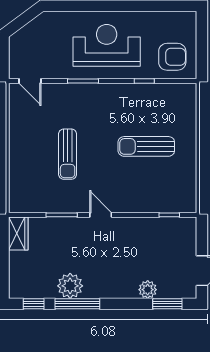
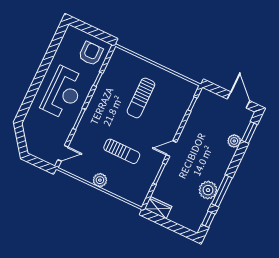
reception desk: (107, 45) -> (63, 93), turned 180
plant: (18, 144) -> (100, 180), added

